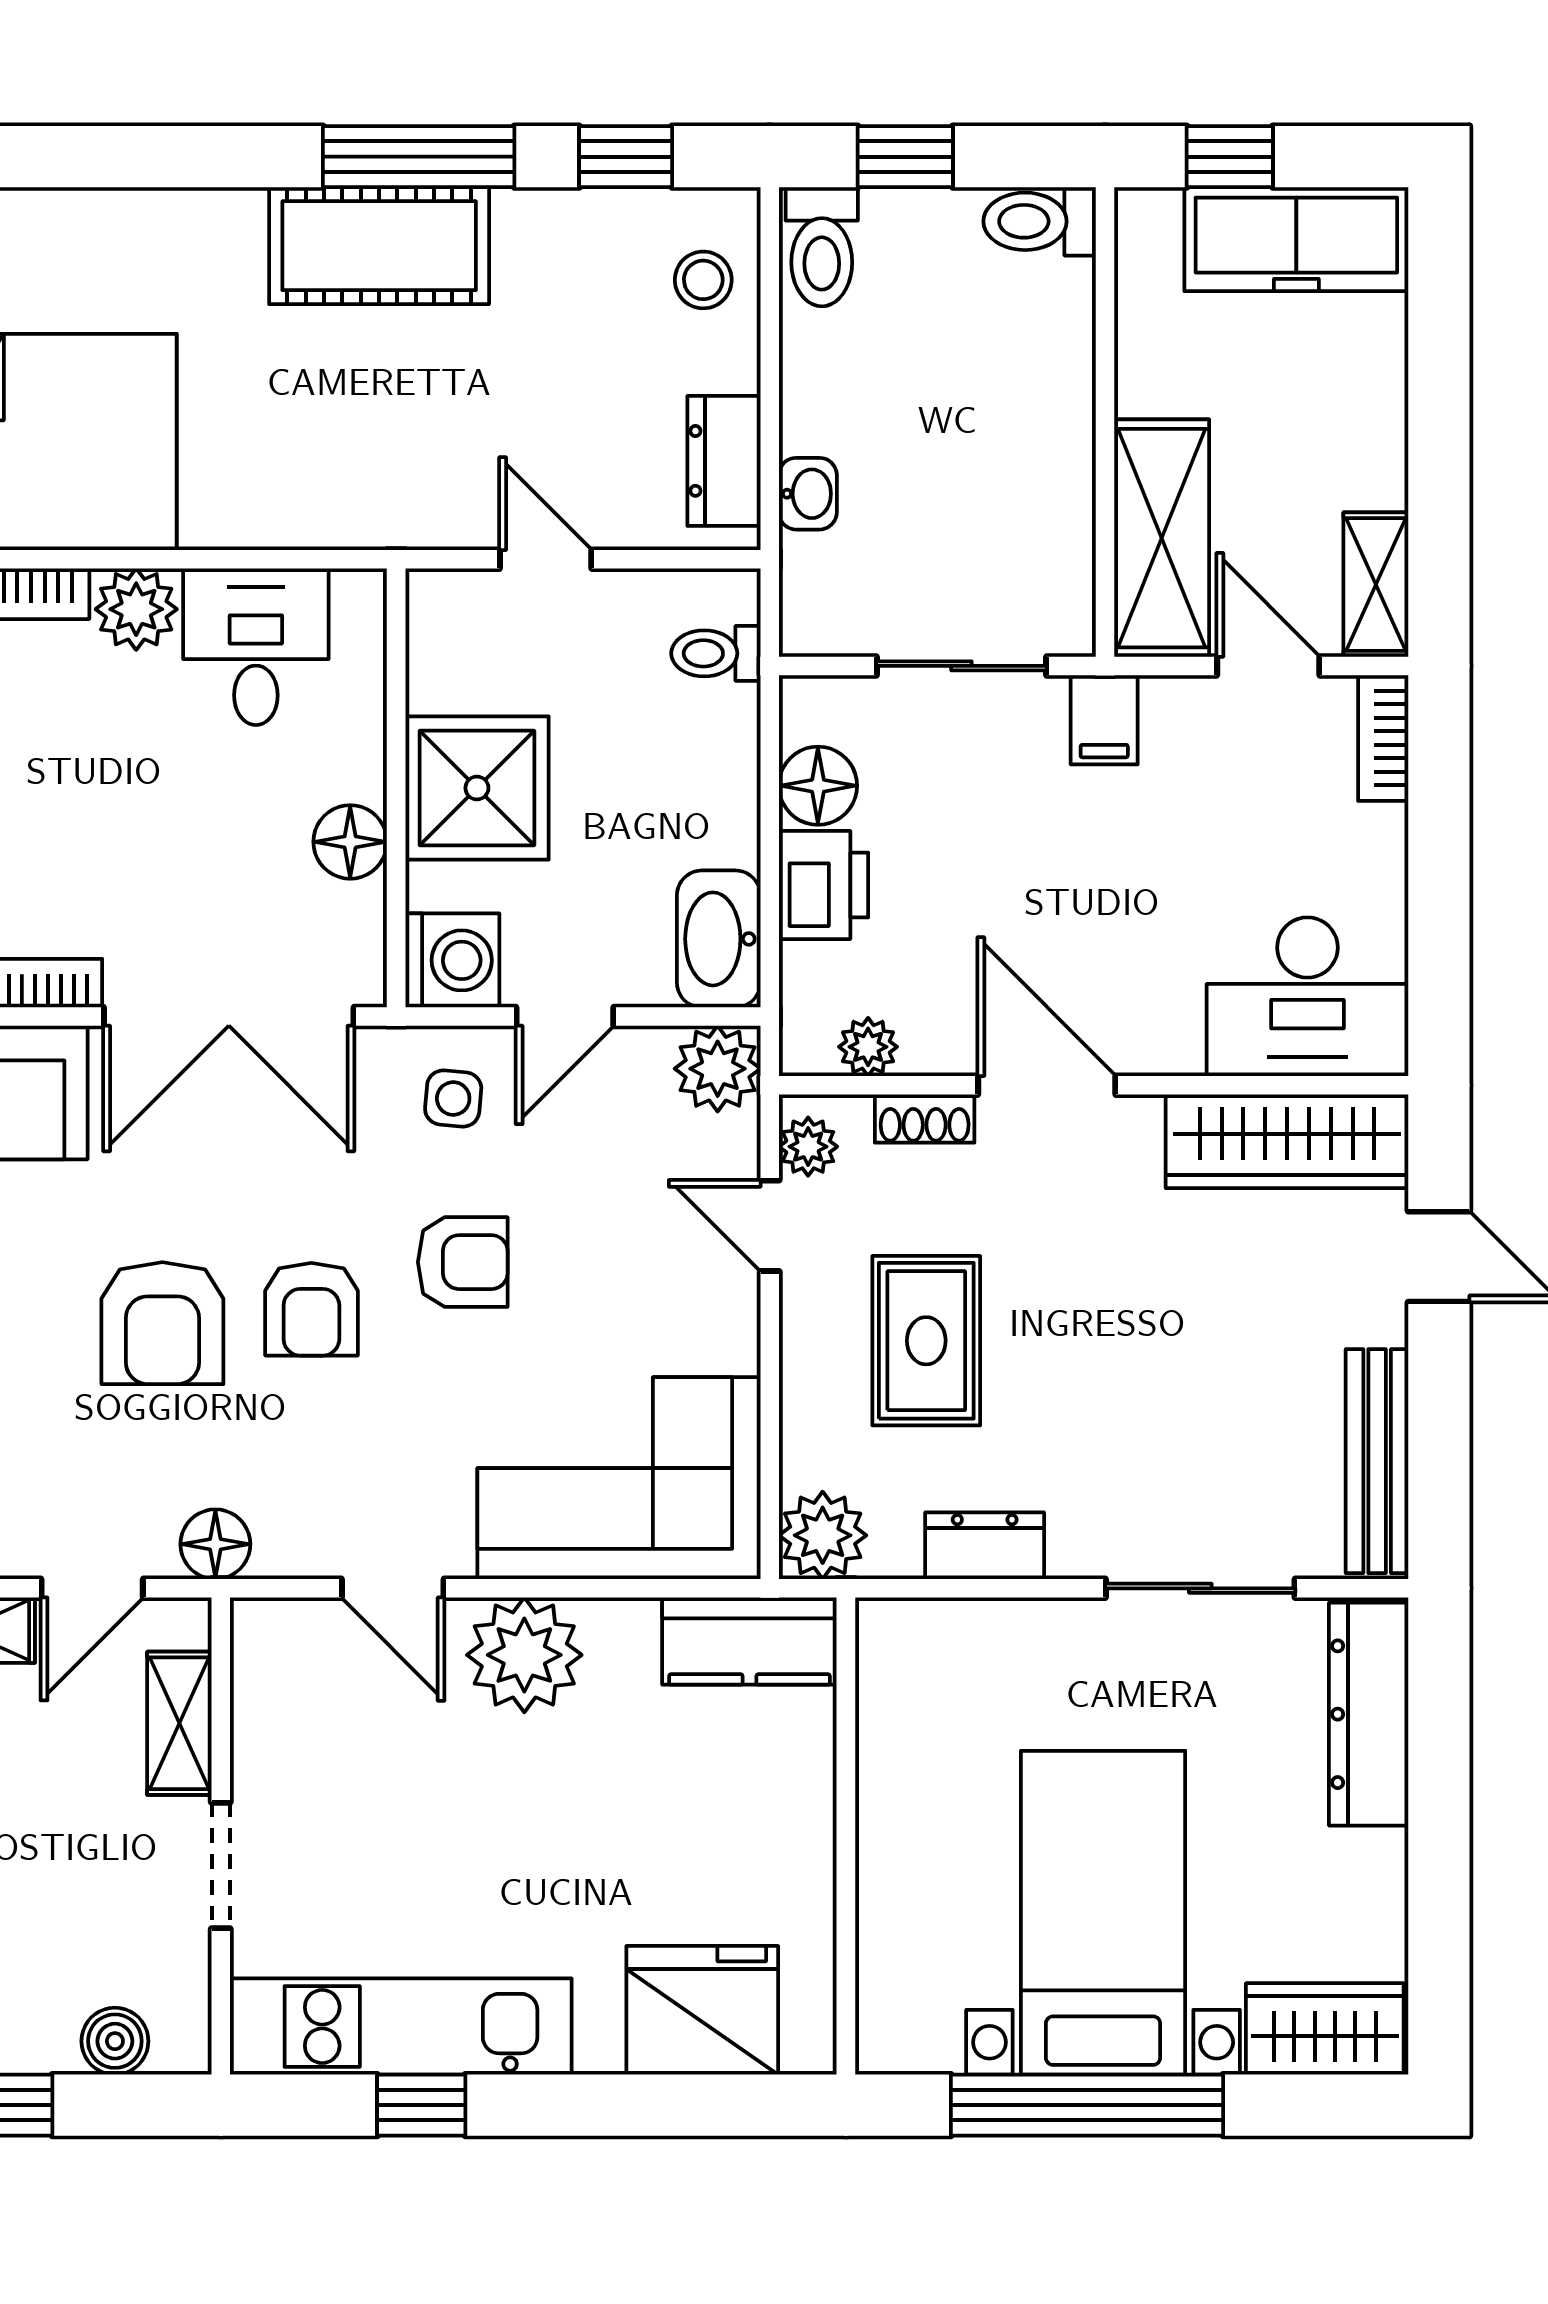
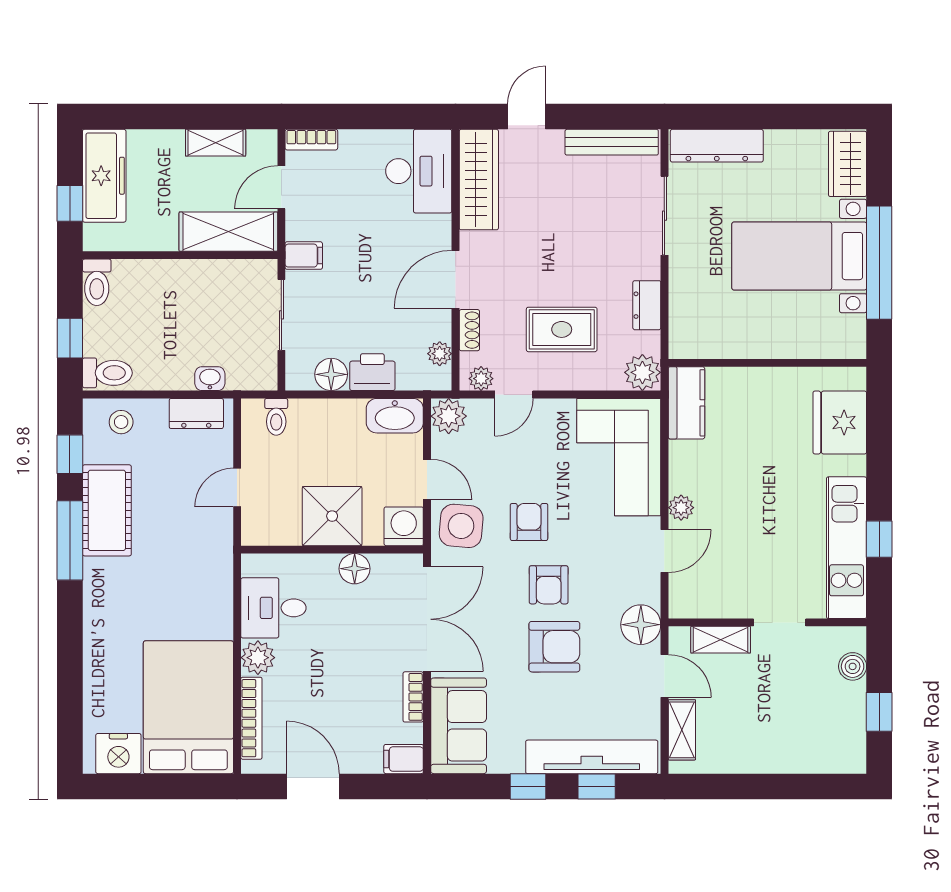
cot: (379, 246) -> (107, 510), moved
shelving: (1376, 585) -> (216, 143), moved
side table: (453, 1098) -> (461, 526), width x1.87, depth x1.87
armchair: (311, 1309) -> (549, 585), turned 90
floor lamp: (215, 1544) -> (641, 625), width x1.38, depth x1.38
plant: (524, 1655) -> (681, 508), width x0.53, depth x0.53

